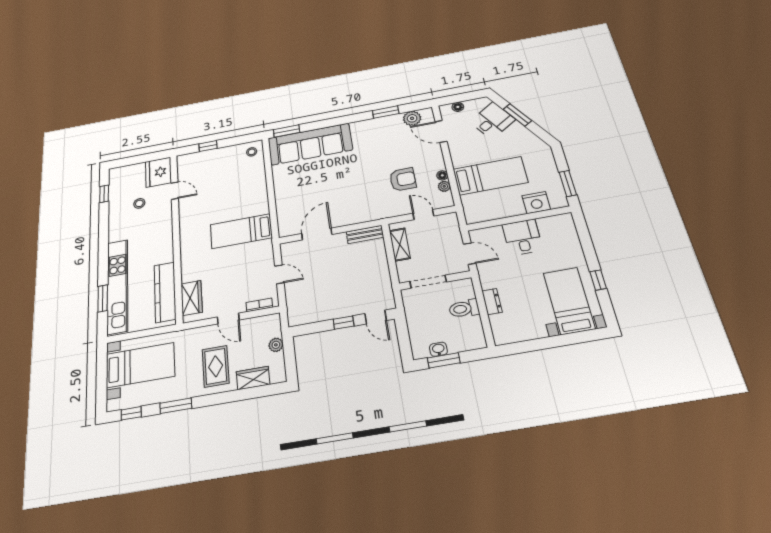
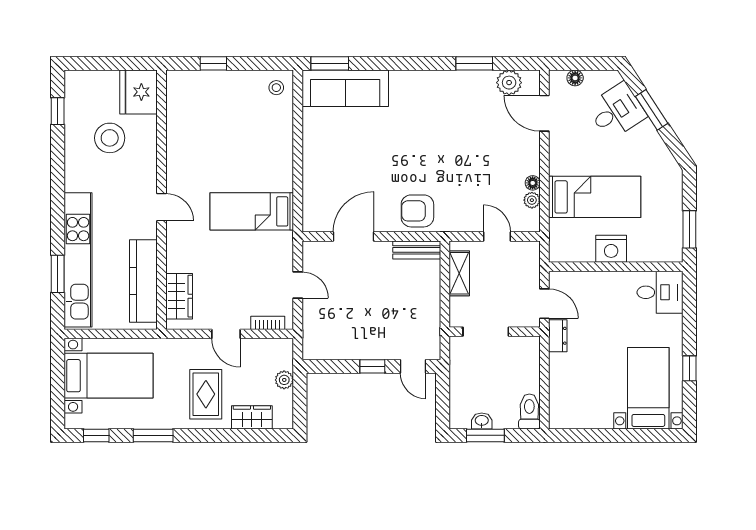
sofa: (310, 144) -> (345, 88), width x0.74, depth x0.79
armchair: (403, 179) -> (417, 211), moved, turned 180
door: (175, 191) -> (161, 207), moved
stool: (139, 203) -> (110, 138), width x1.89, depth x1.89
nightstand: (536, 203) -> (611, 249), moved
desk: (522, 237) -> (660, 292), moved, turned 90
dresser: (492, 302) -> (558, 336), moved
toilet: (464, 309) -> (529, 411), moved, turned 90

